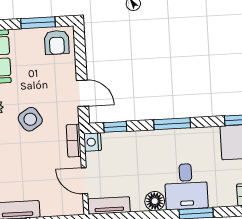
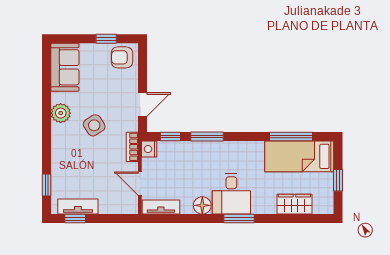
window: (38, 23) -> (106, 39), width x0.67
armchair: (57, 42) -> (122, 57), turned 90
door: (82, 93) -> (143, 105), hinge flipped
window: (172, 124) -> (207, 137), moved

